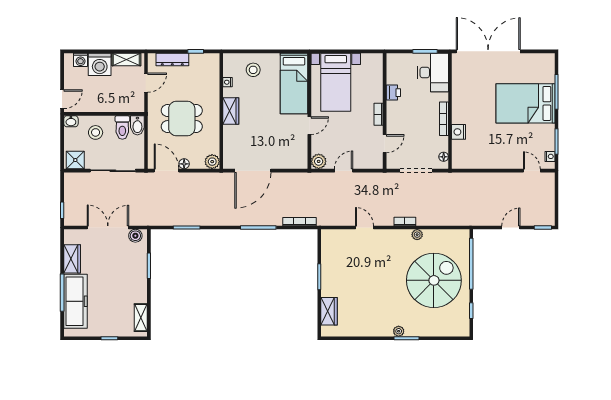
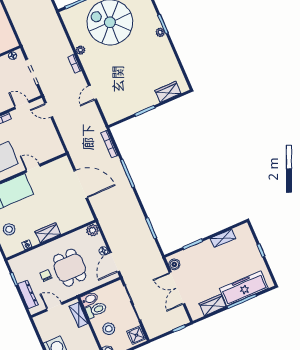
shelving: (126, 59) -> (79, 315), moved
chair: (184, 88) -> (46, 276), added
plant: (319, 161) -> (57, 149), removed
door: (253, 171) -> (81, 184), moved
door: (344, 171) -> (49, 110), moved
shelving: (141, 318) -> (223, 238), moved

